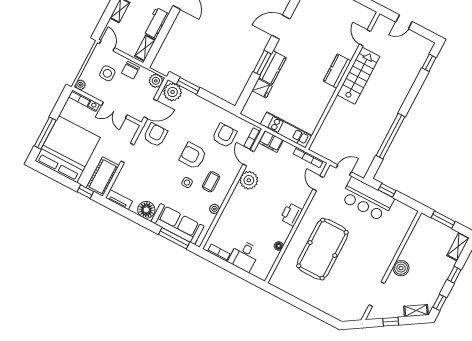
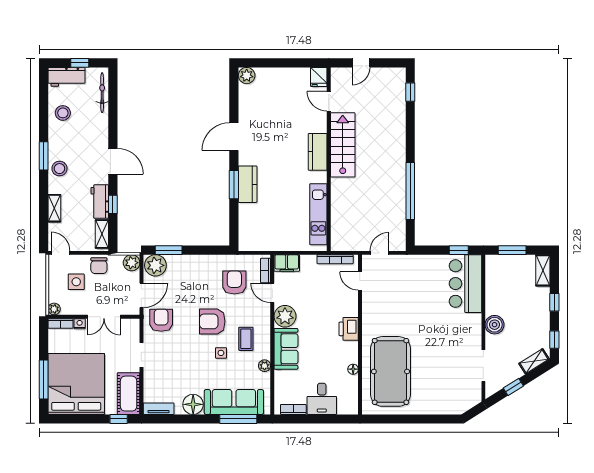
window: (165, 30) -> (113, 204), added
fridge: (262, 88) -> (319, 77), moved, turned 90
kitchen unit: (286, 130) -> (318, 214), moved, turned -90
window: (387, 190) -> (459, 250), moved
bar counter: (367, 199) -> (465, 284), moved, turned 90
sofa: (237, 205) -> (286, 349), added
pool table: (322, 249) -> (390, 371), moved

